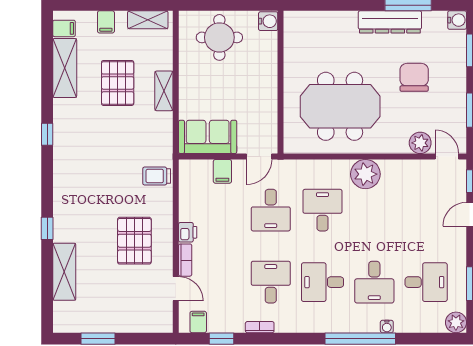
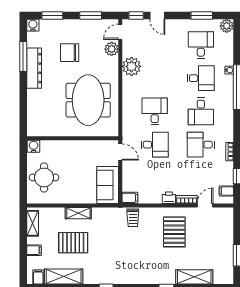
filing cabinet: (222, 171) -> (130, 198), moved
plant: (365, 174) -> (132, 66), moved
desk: (323, 210) -> (155, 111), turned 90
pallet: (134, 241) -> (174, 232), turned 90

